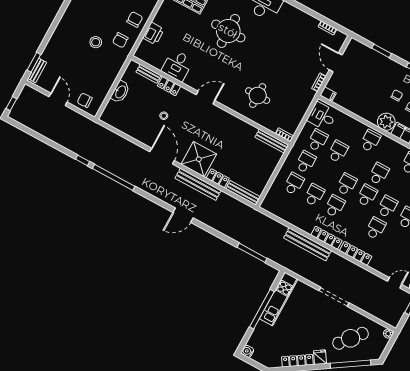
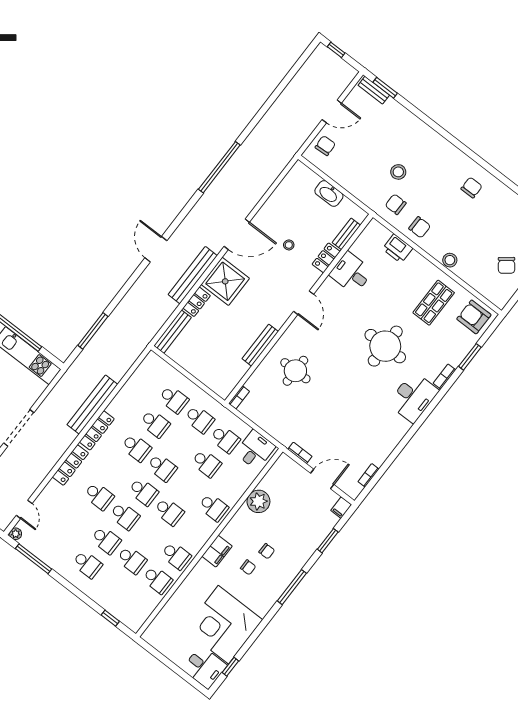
filing cabinet: (328, 94) -> (341, 508), moved
plant: (386, 122) -> (258, 501), moved
bench: (272, 141) -> (260, 345), moved
window: (83, 160) -> (248, 130), removed

